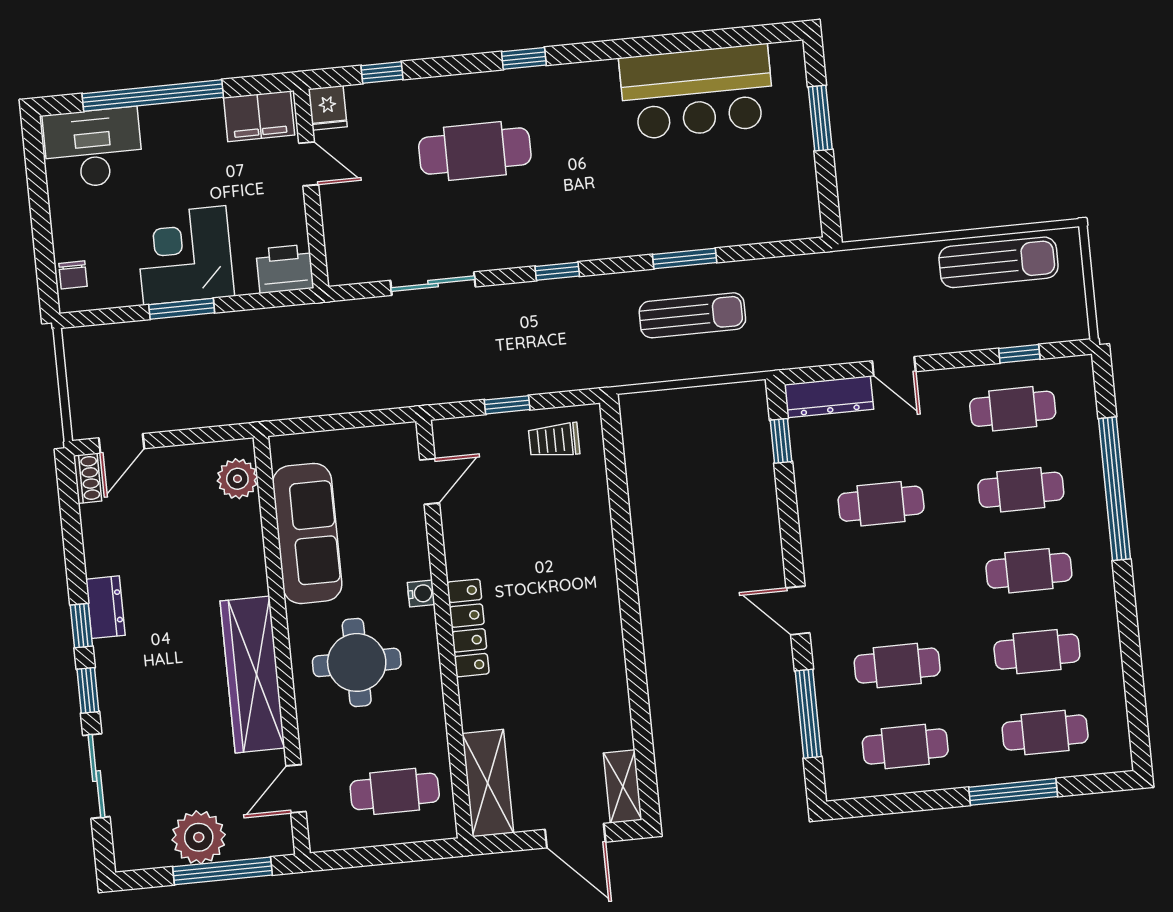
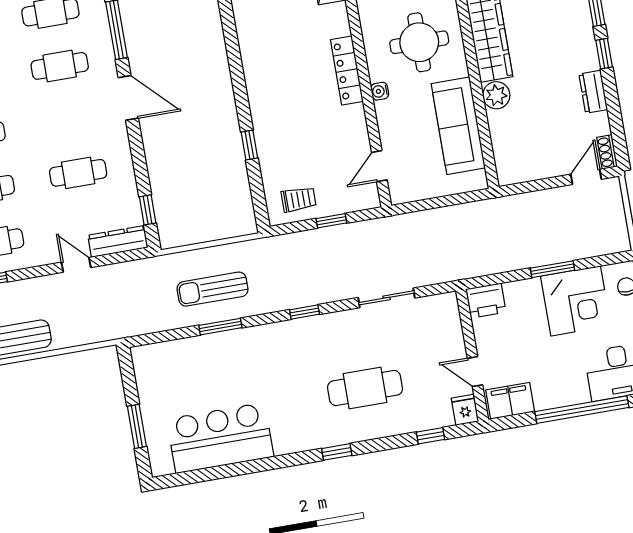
corner desk: (185, 255) -> (576, 301), moved
plant: (237, 479) -> (496, 95), moved
window: (622, 527) -> (249, 145), added
dresser: (105, 607) -> (593, 92), moved
door: (798, 610) -> (128, 98), width x1.38

